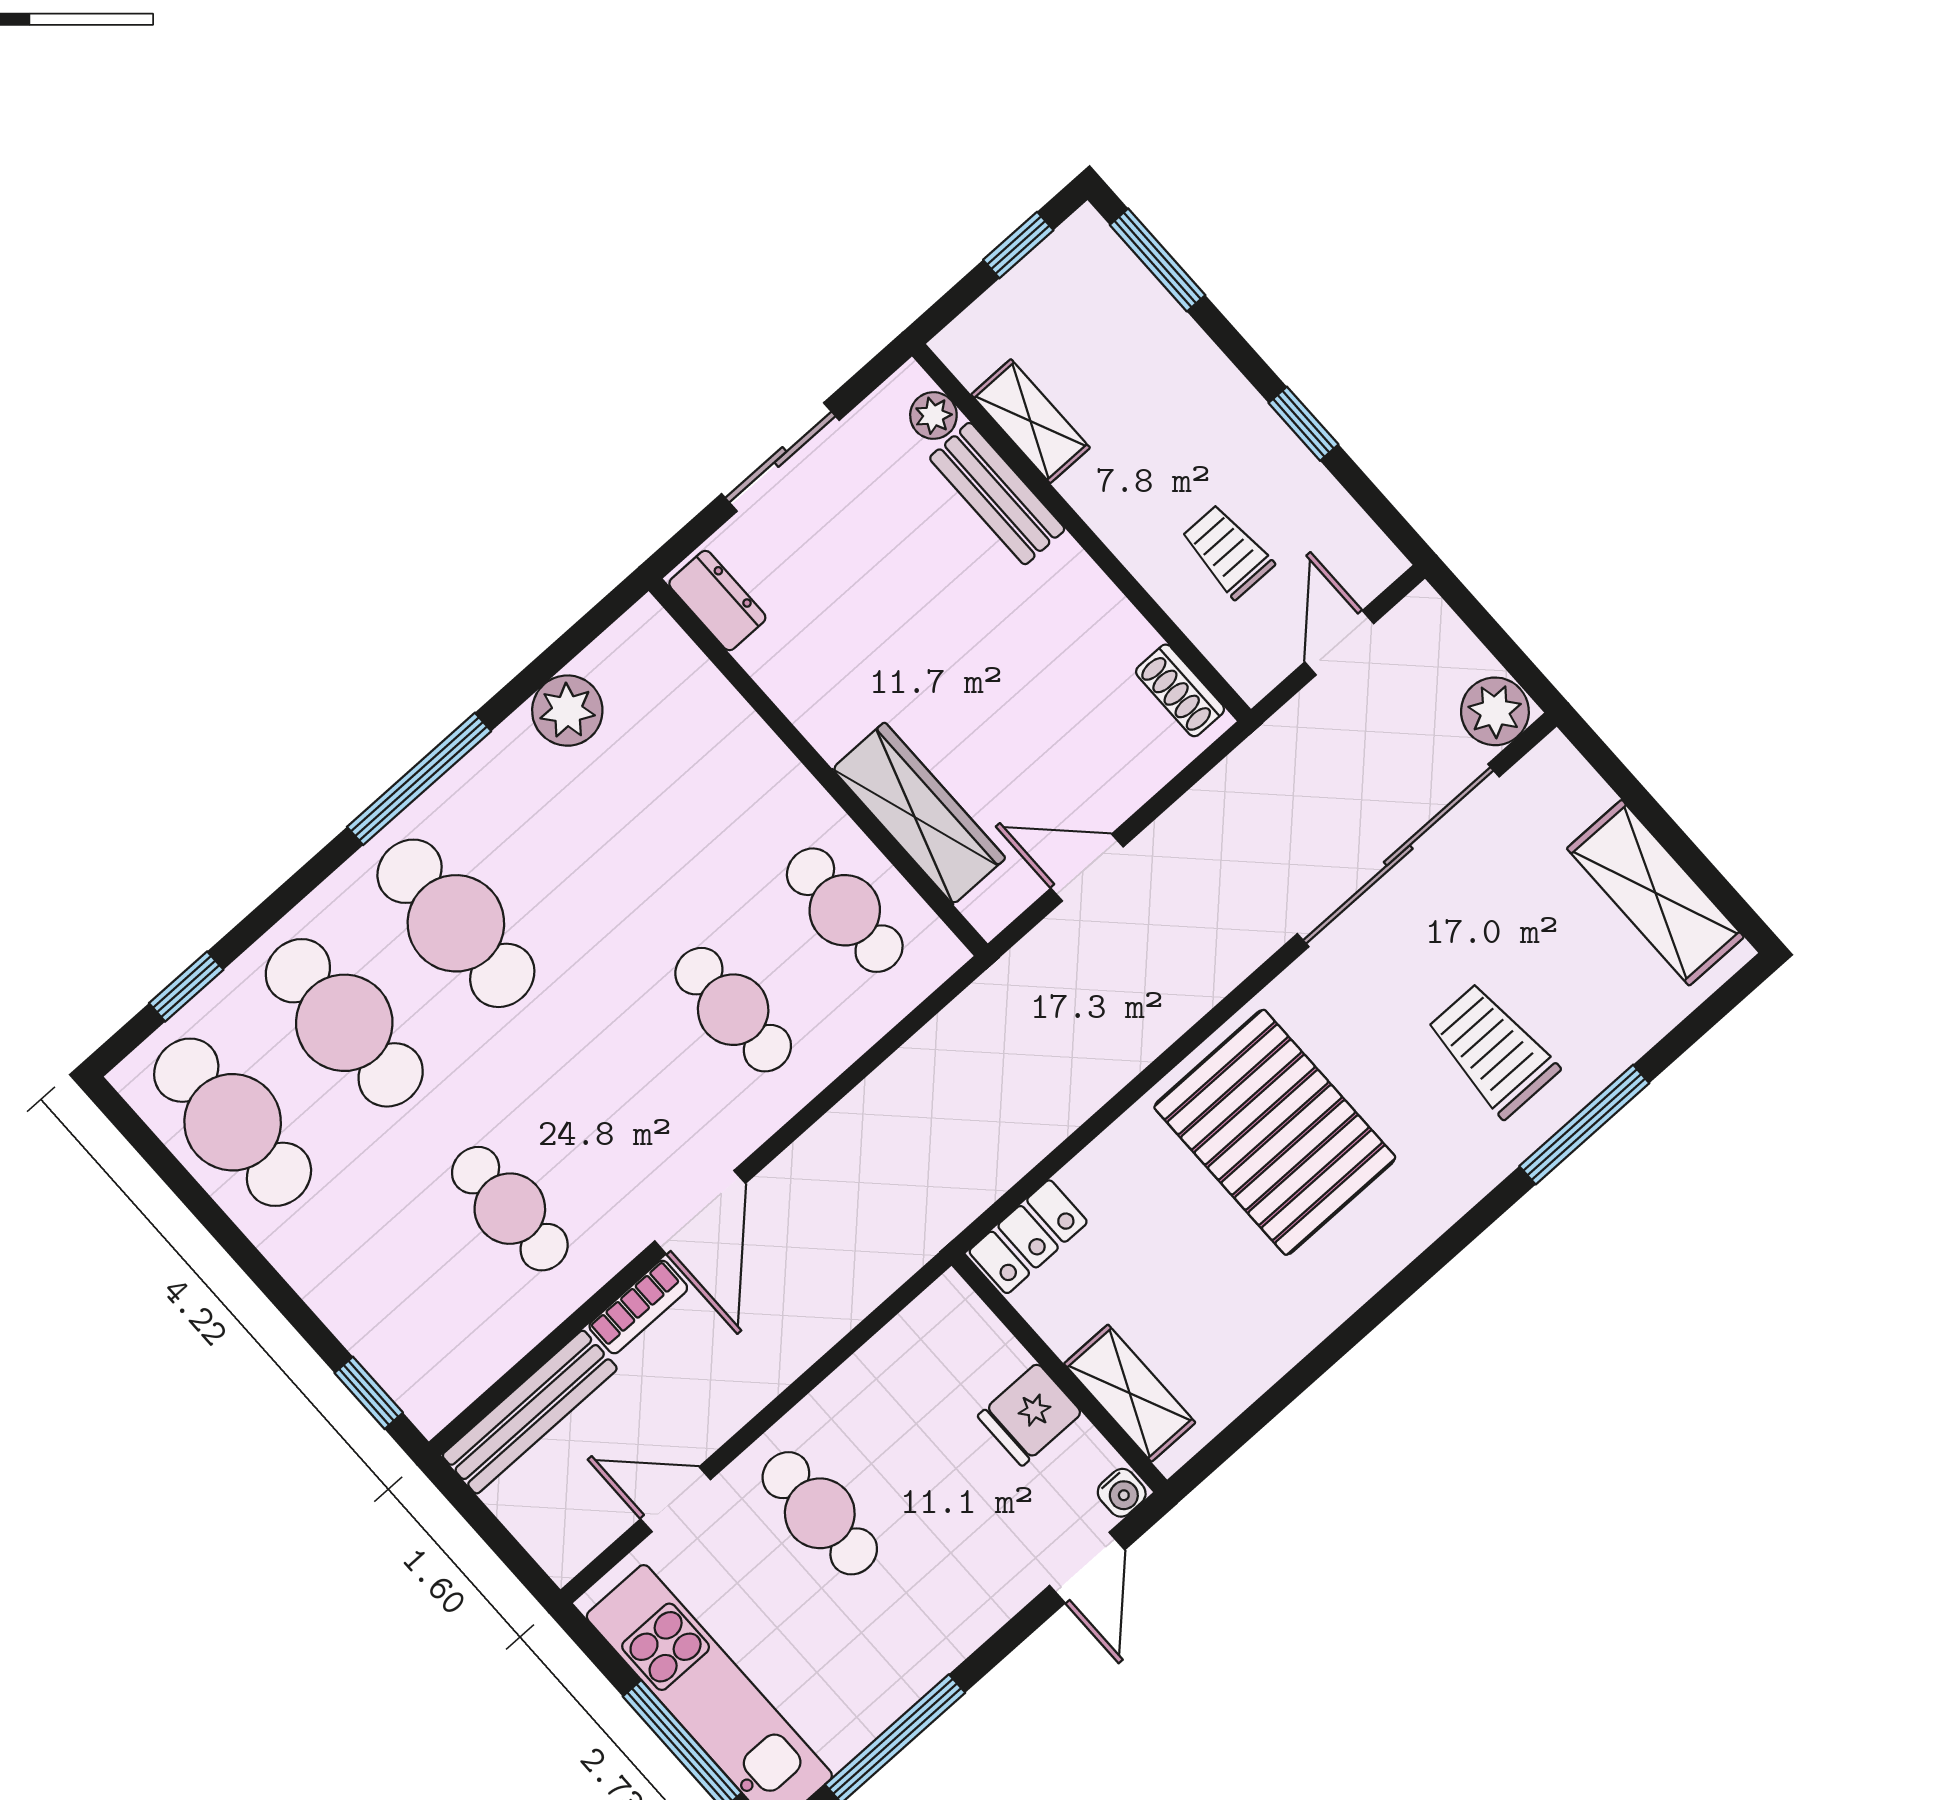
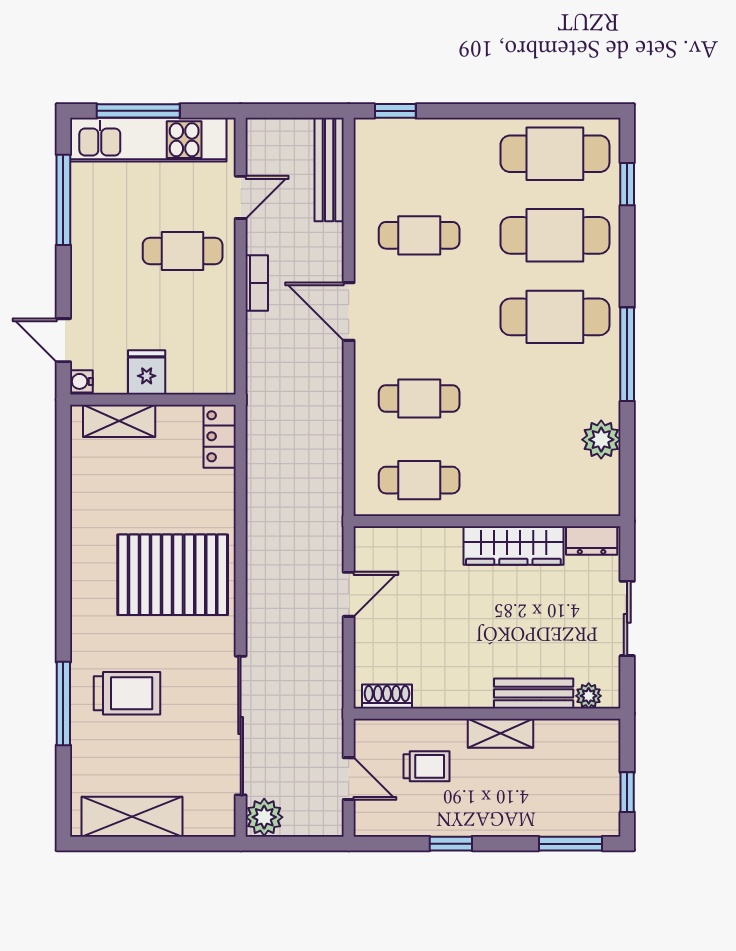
shelving: (1031, 421) -> (500, 733), moved
wardrobe: (919, 813) -> (513, 546), moved
bookcase: (638, 1307) -> (257, 283), moved, turned 180

